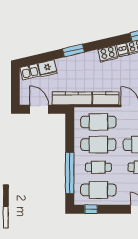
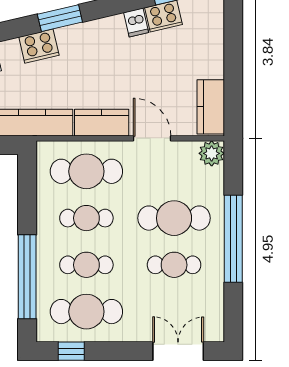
window: (73, 50) -> (60, 18), moved
cooker: (108, 54) -> (39, 46), moved
cafe table: (98, 145) -> (86, 218), width x0.73, depth x0.74

